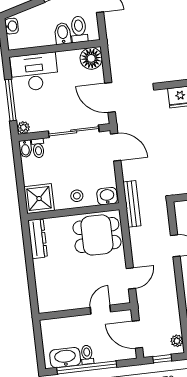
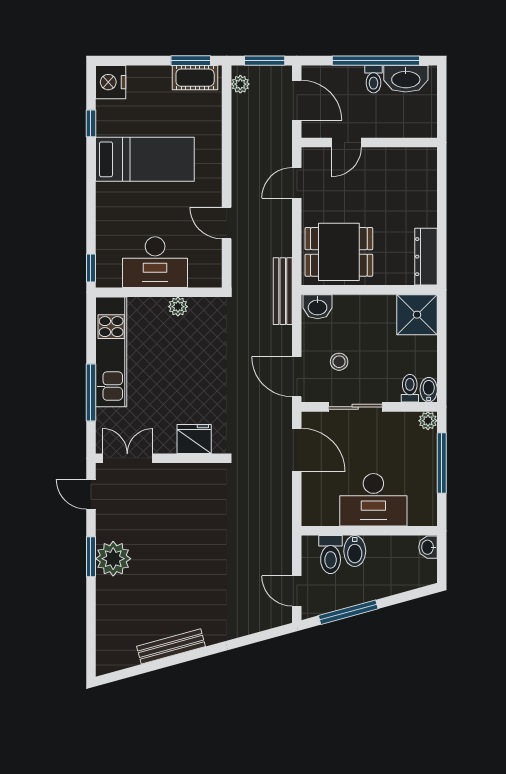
washbasin: (12, 26) -> (428, 547), moved
floor lamp: (91, 58) -> (318, 510), removed
desk: (34, 72) -> (373, 500), moved
sliding door: (74, 131) -> (355, 407), width x0.73
stool: (77, 196) -> (339, 362), moved
window: (162, 359) -> (265, 61), width x1.50

